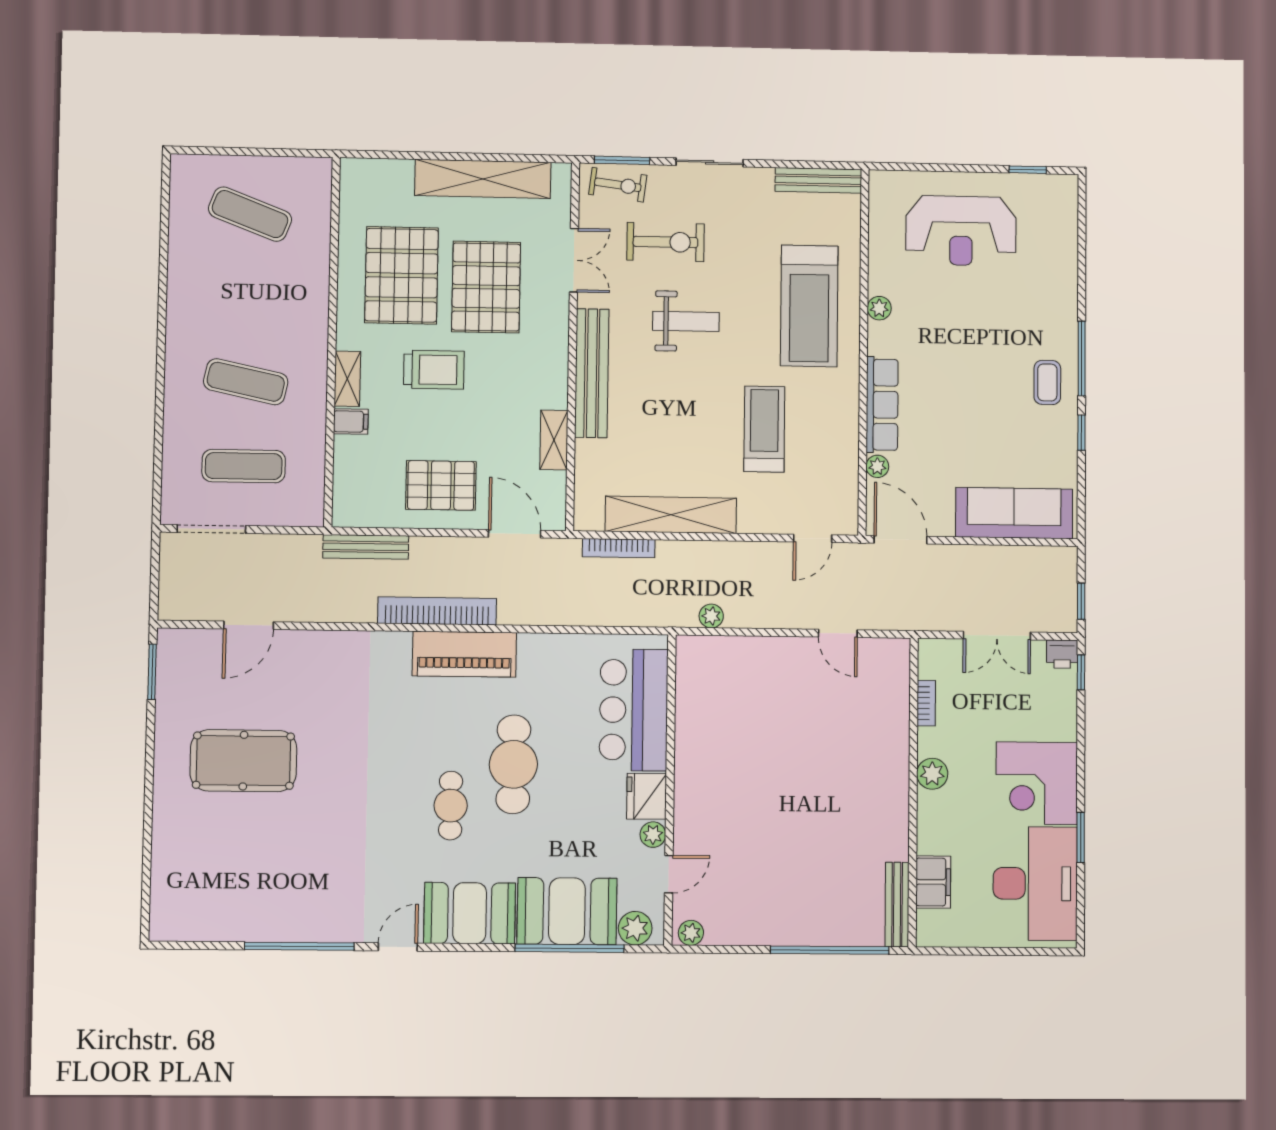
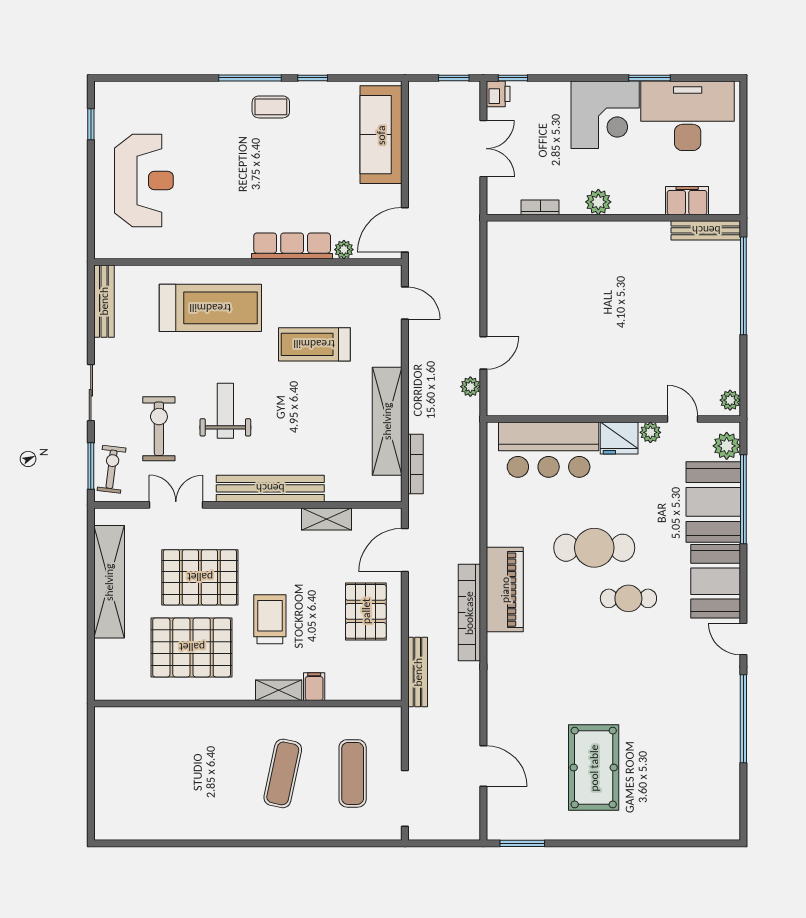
exercise mat: (250, 214) -> (143, 773), removed
plant: (879, 308) -> (211, 249), removed
door: (838, 633) -> (483, 353), moved

